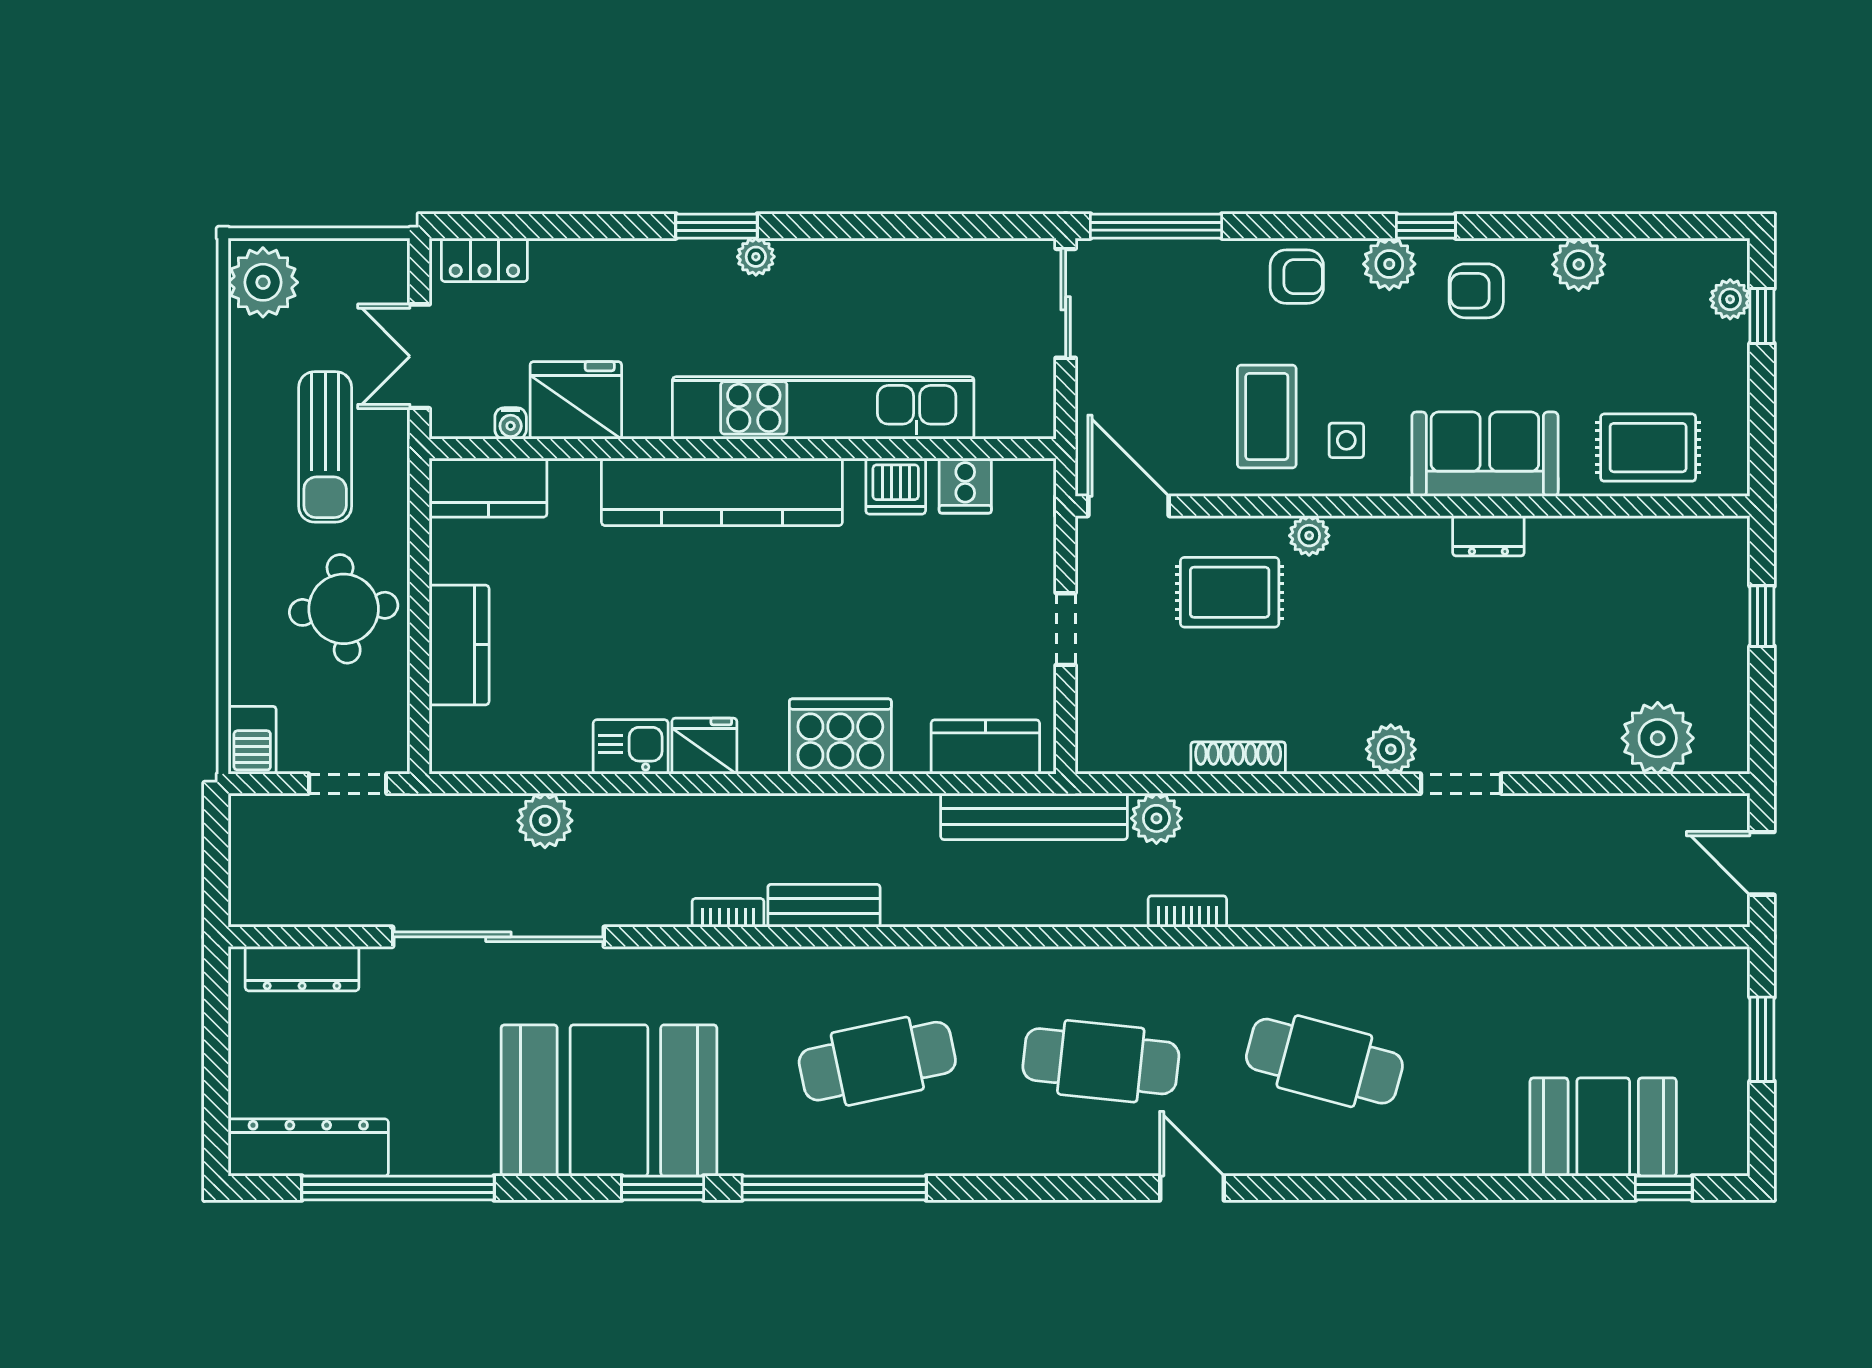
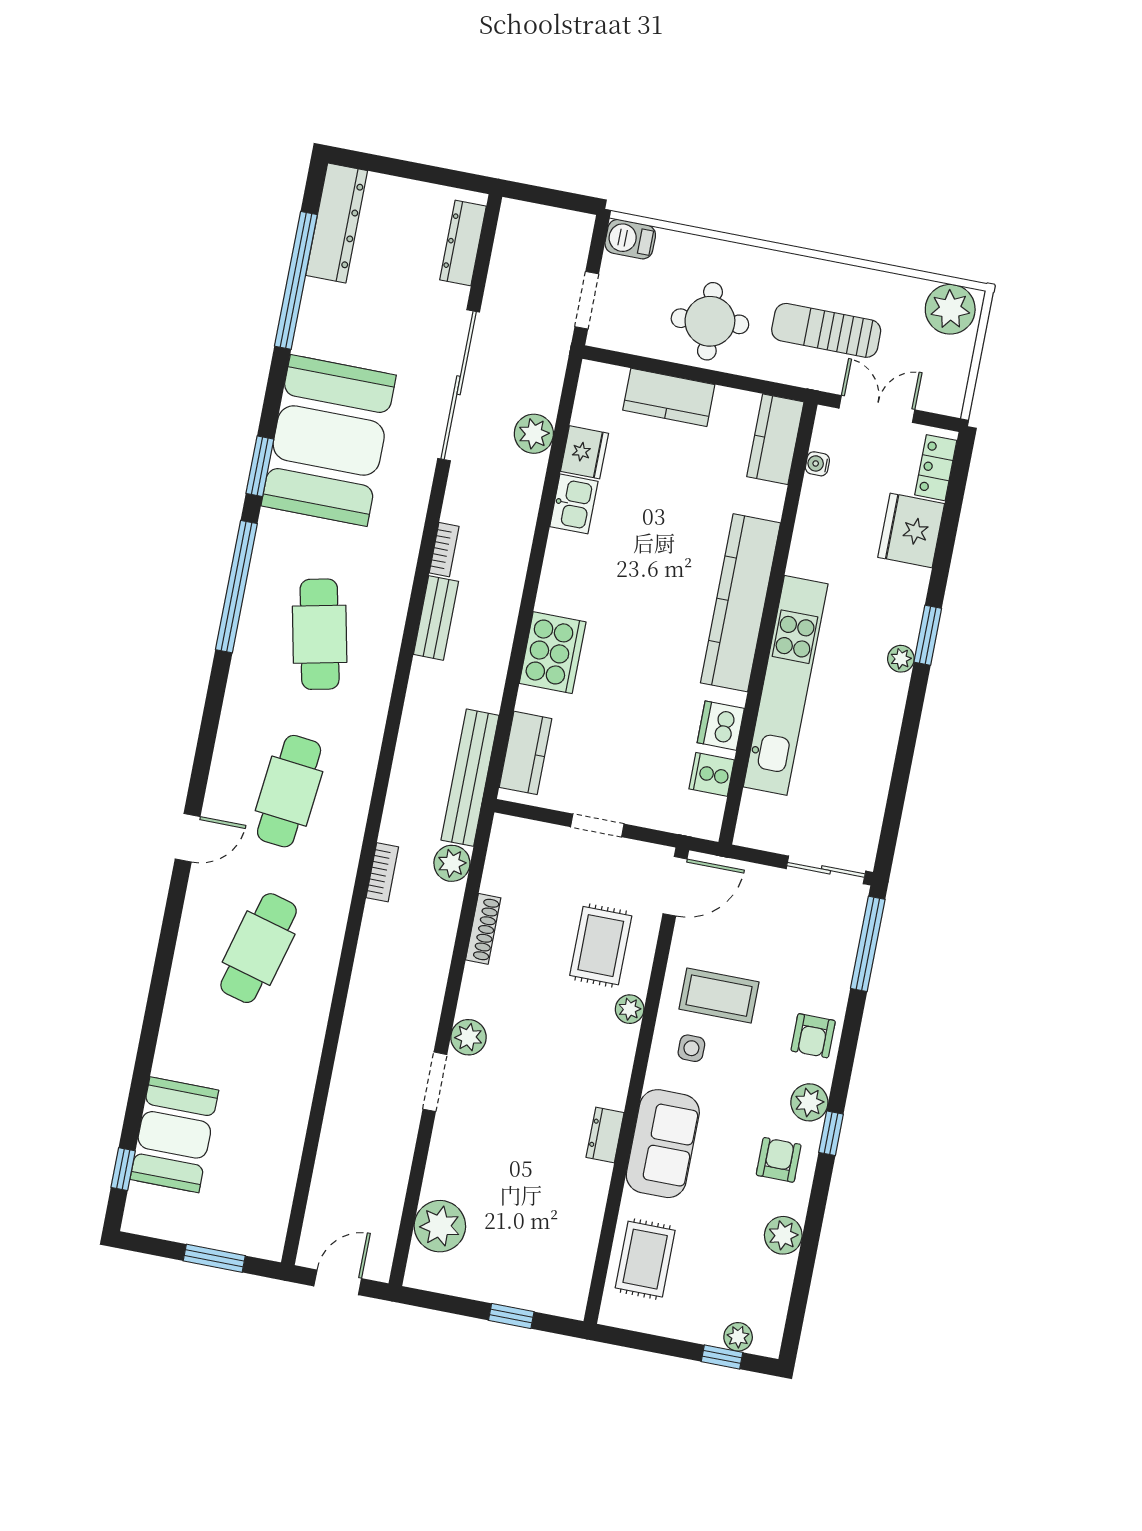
fridge: (576, 400) -> (911, 530), moved, turned 180
fridge: (704, 746) -> (585, 452), moved

